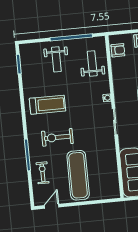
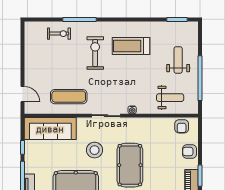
weight bench: (56, 59) -> (178, 60), turned 90
treadmill: (48, 105) -> (131, 46), turned 90
exercise mat: (78, 175) -> (69, 97), moved, width x0.73, depth x0.69
door: (52, 206) -> (22, 94), moved

